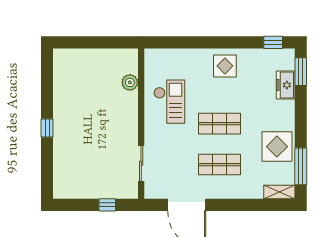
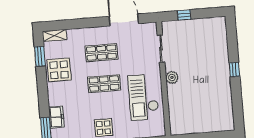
plant: (130, 82) -> (172, 77), moved
checkout: (169, 102) -> (143, 97), width x1.36, depth x1.21
window: (301, 166) -> (40, 56), width x0.69

